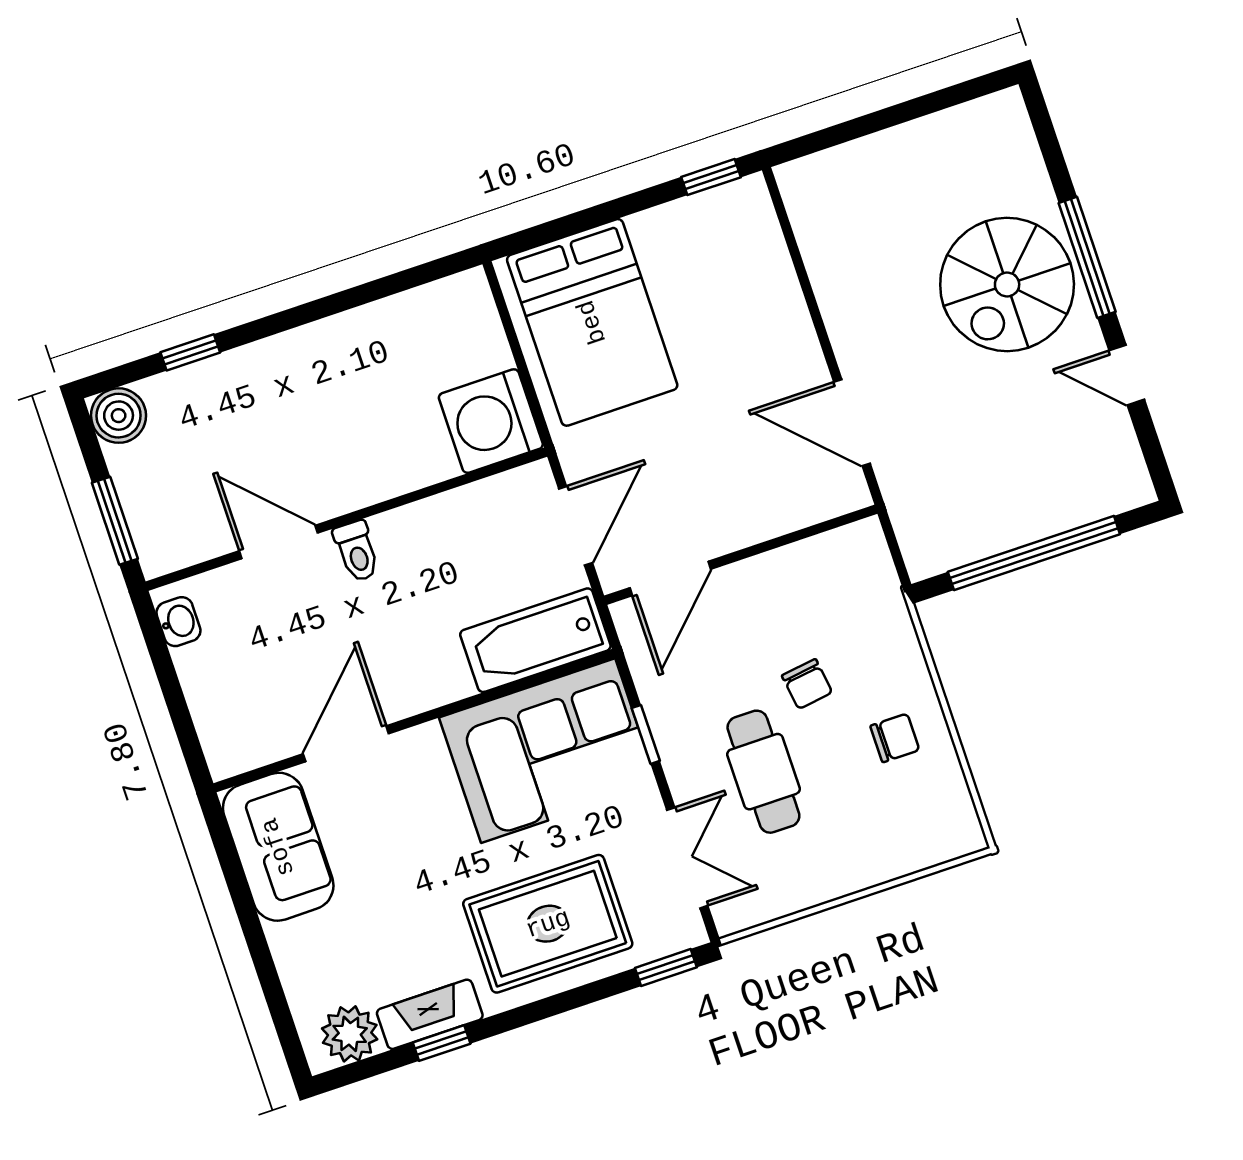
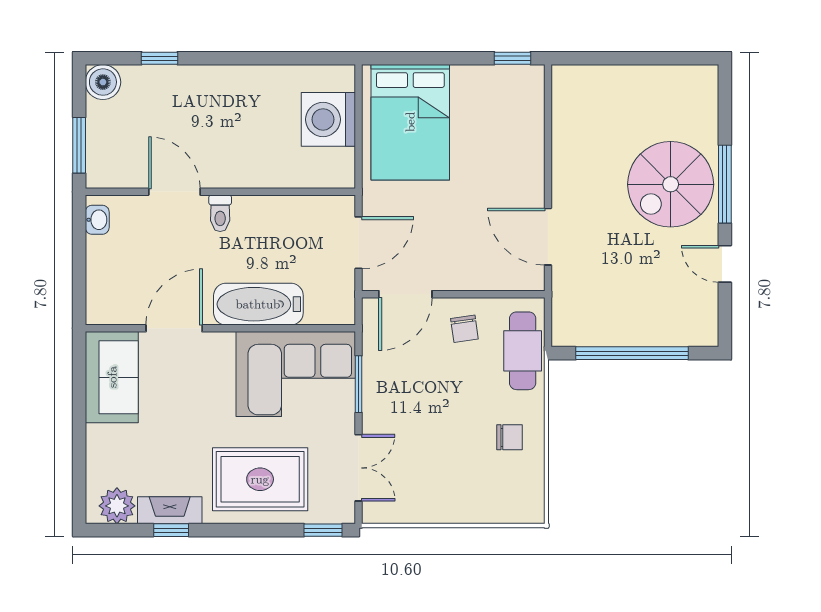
washing machine: (491, 421) -> (328, 119), moved
bathtub: (535, 640) -> (258, 304), moved
chair: (807, 684) -> (464, 329), moved
window: (646, 734) -> (359, 384), width x1.50
cafe table: (763, 772) -> (523, 351), moved

